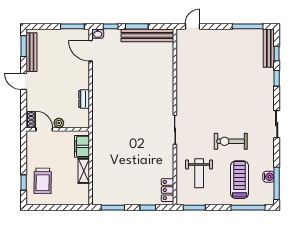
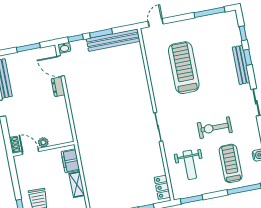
window: (72, 26) -> (28, 47), moved
bench: (269, 48) -> (241, 65), moved
treadmill: (212, 76) -> (184, 68), added
dresser: (84, 99) -> (58, 87), moved

